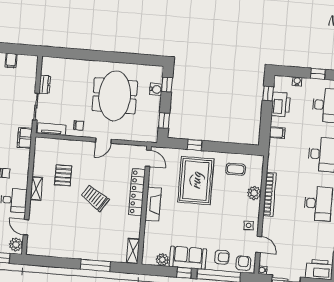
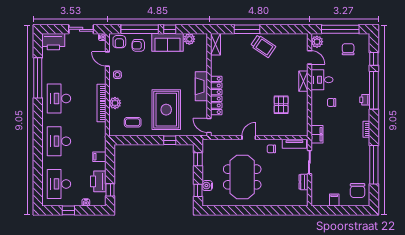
shelving: (36, 189) -> (303, 81), moved
trolley: (95, 198) -> (263, 46), moved

